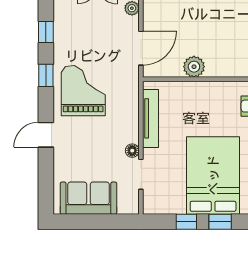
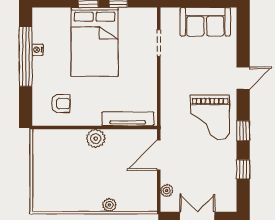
plant: (194, 67) -> (96, 139), moved
tv unit: (151, 118) -> (128, 119), moved, turned 90
floor lamp: (132, 151) -> (166, 64), removed

